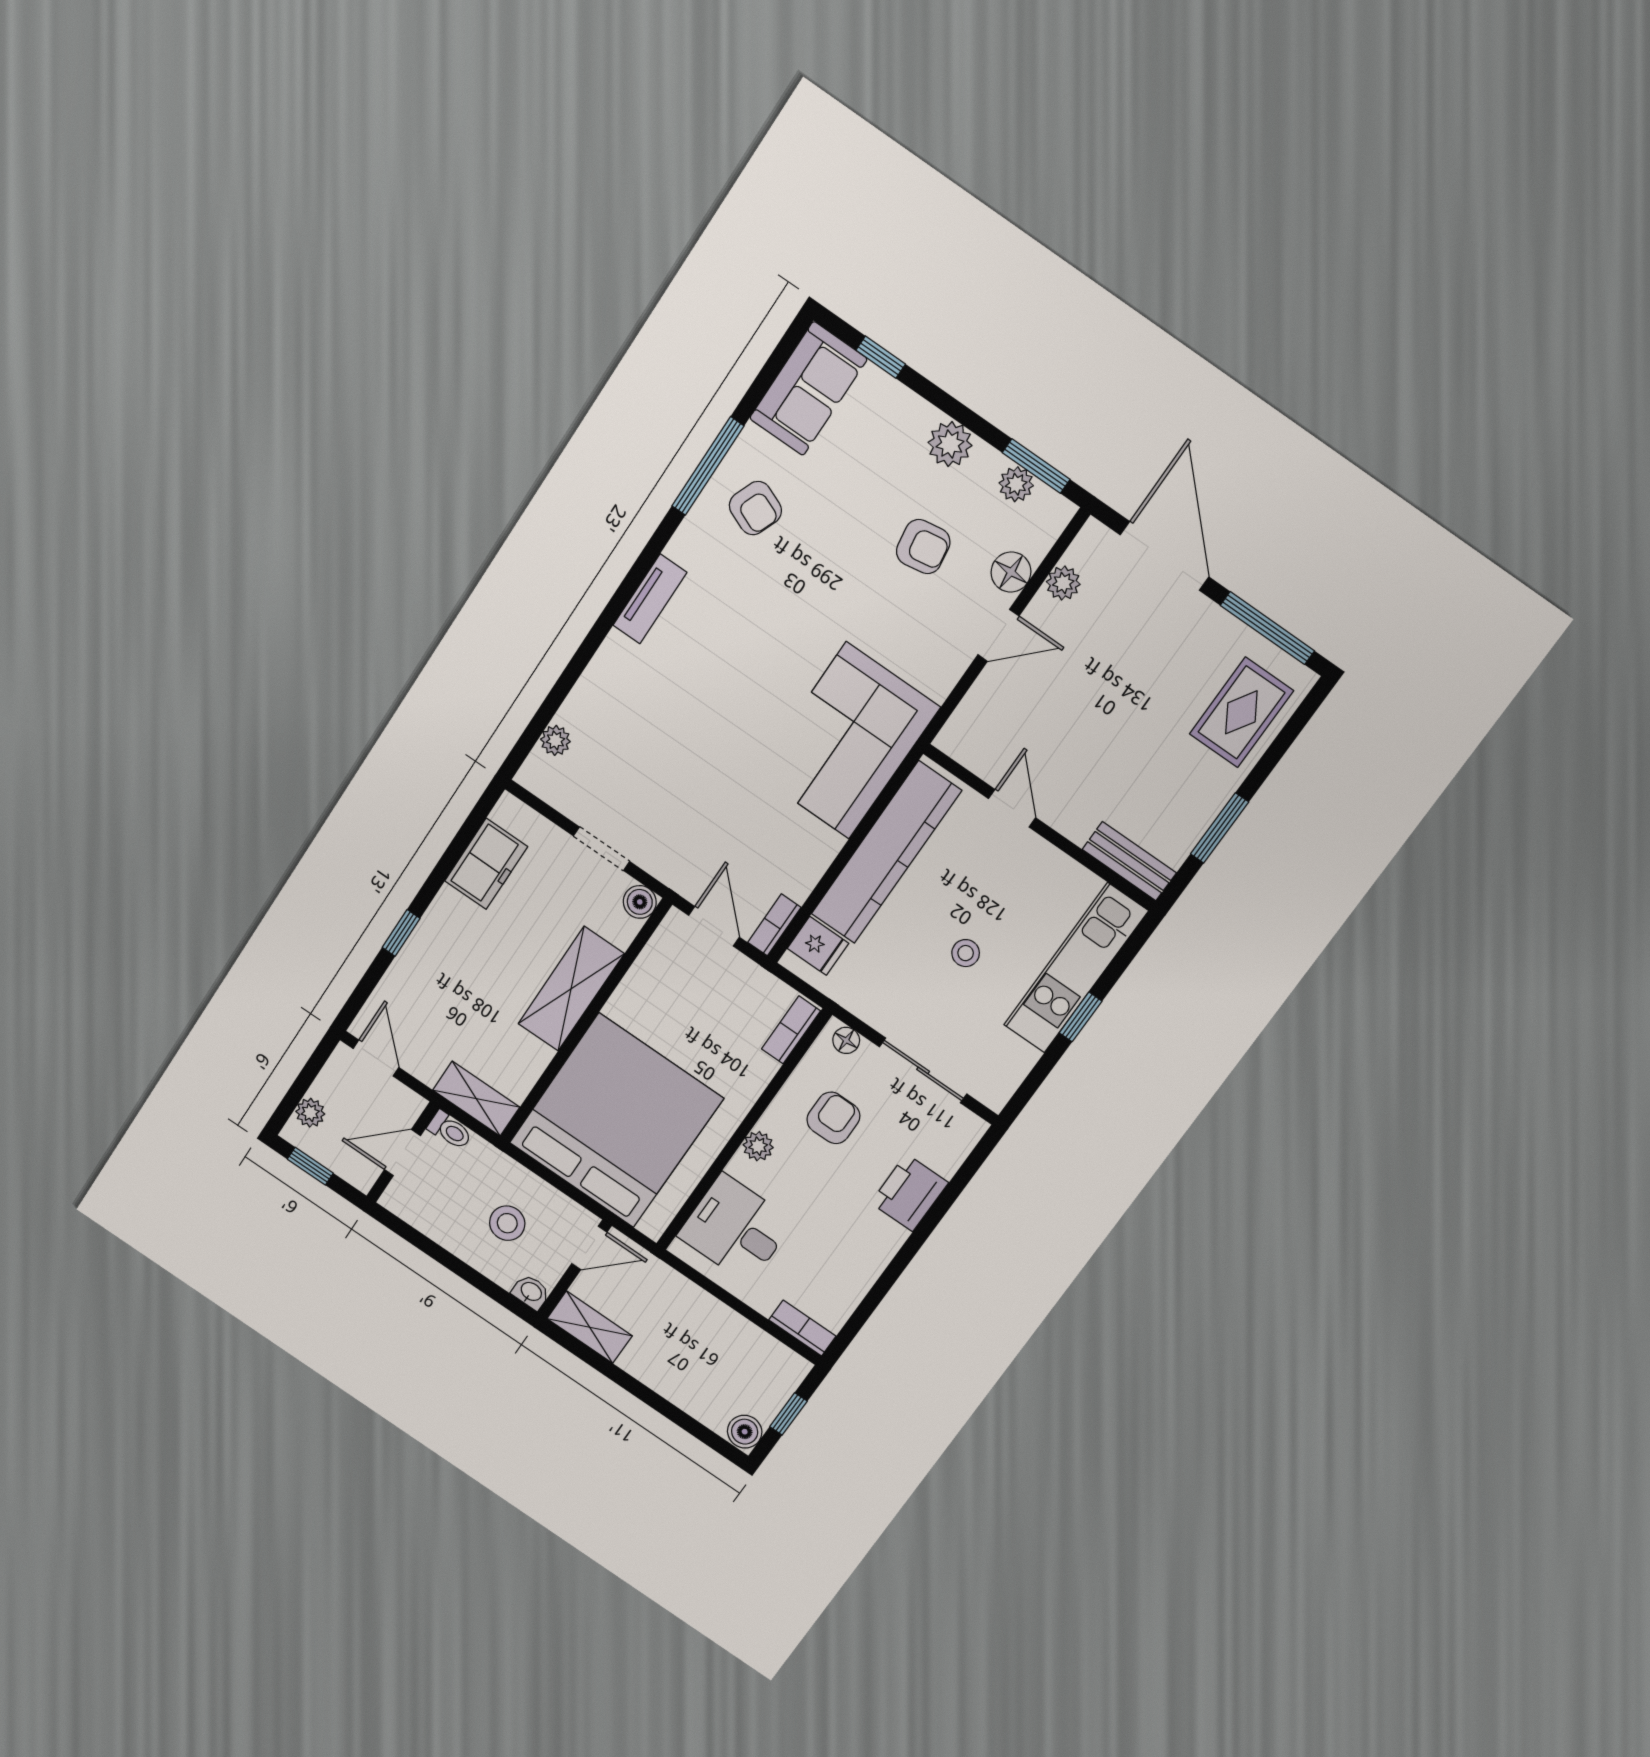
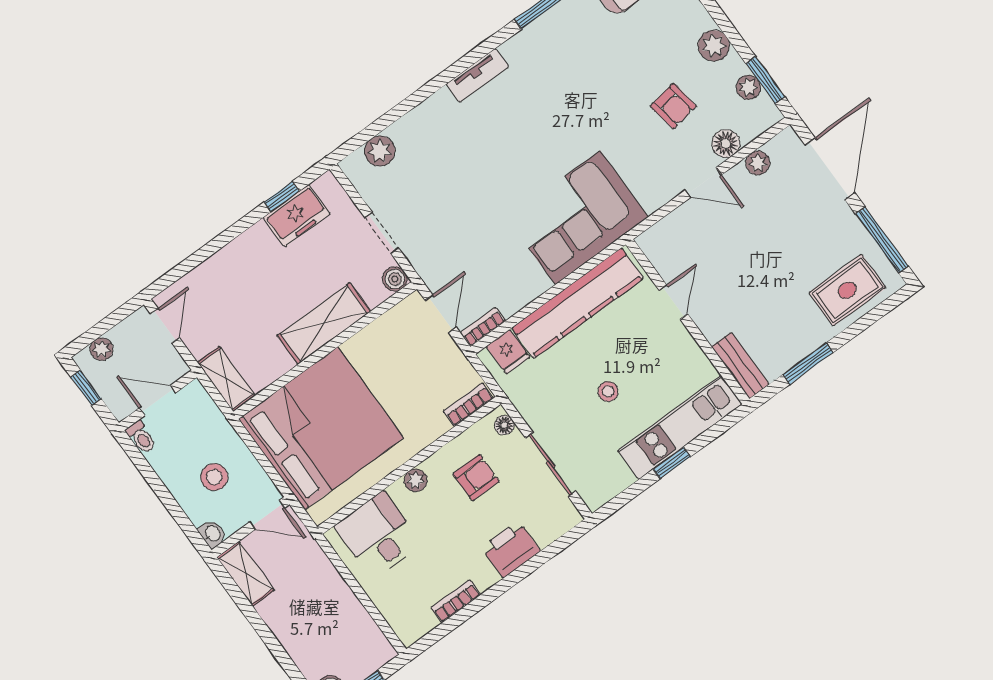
armchair: (755, 508) -> (570, 41), removed
plant: (555, 740) -> (380, 151), width x1.38, depth x1.38
window: (401, 933) -> (282, 197), moved
toilet: (450, 1130) -> (141, 437), moved
bookcase: (802, 1328) -> (456, 601), moved, turned -90

